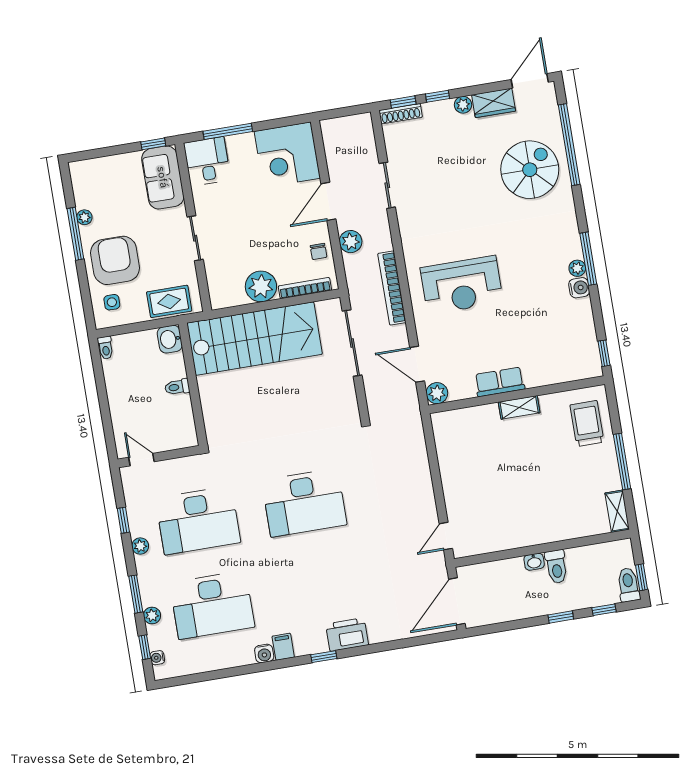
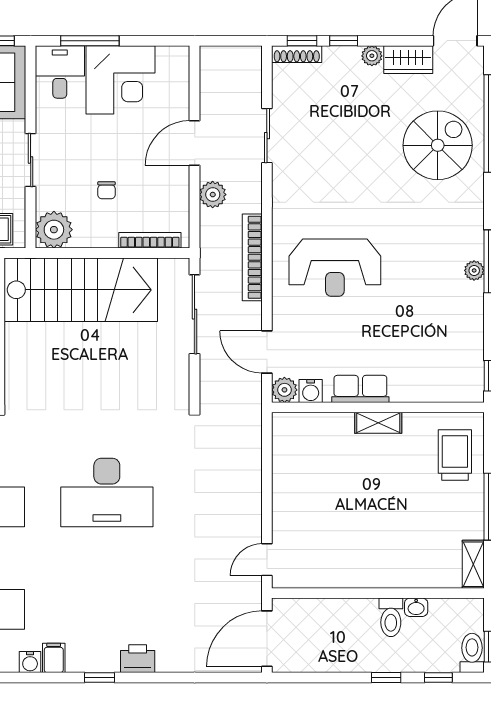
corner desk: (287, 155) -> (120, 80), moved, turned -90
chair: (319, 251) -> (106, 190), moved
plant: (261, 286) -> (54, 230), moved
water cooler: (579, 288) -> (311, 391), moved, turned 90
washbasin: (534, 562) -> (416, 607), moved
printer: (347, 634) -> (138, 659), width x0.73, depth x0.84

